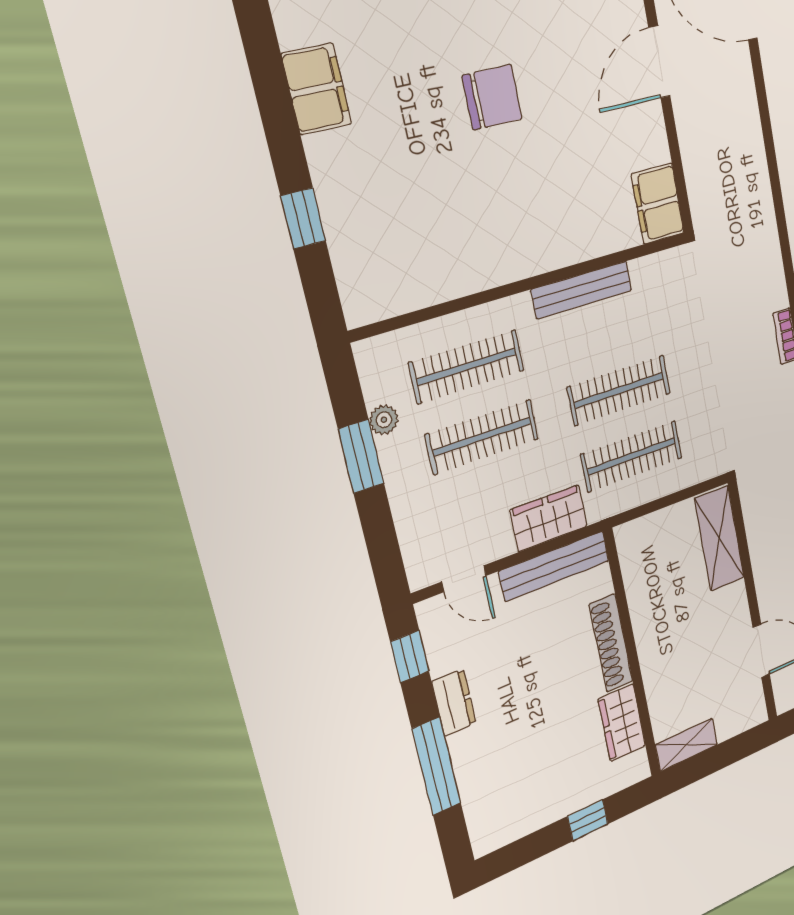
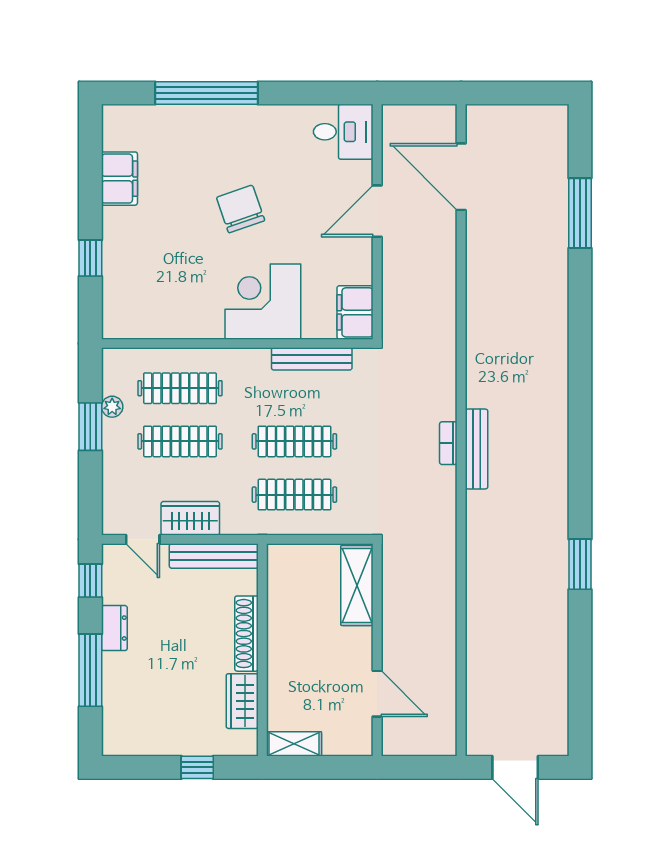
chair: (492, 97) -> (241, 209), turned -109
corner desk: (546, 219) -> (263, 302), added
bench: (582, 290) -> (312, 359), moved
wardrobe: (549, 518) -> (190, 518), moved

